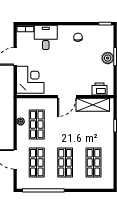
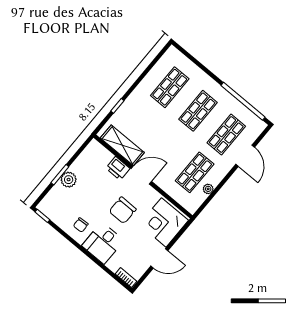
desk: (46, 37) -> (103, 243), moved
chair: (61, 67) -> (123, 210), added
printer: (100, 89) -> (118, 168), moved

